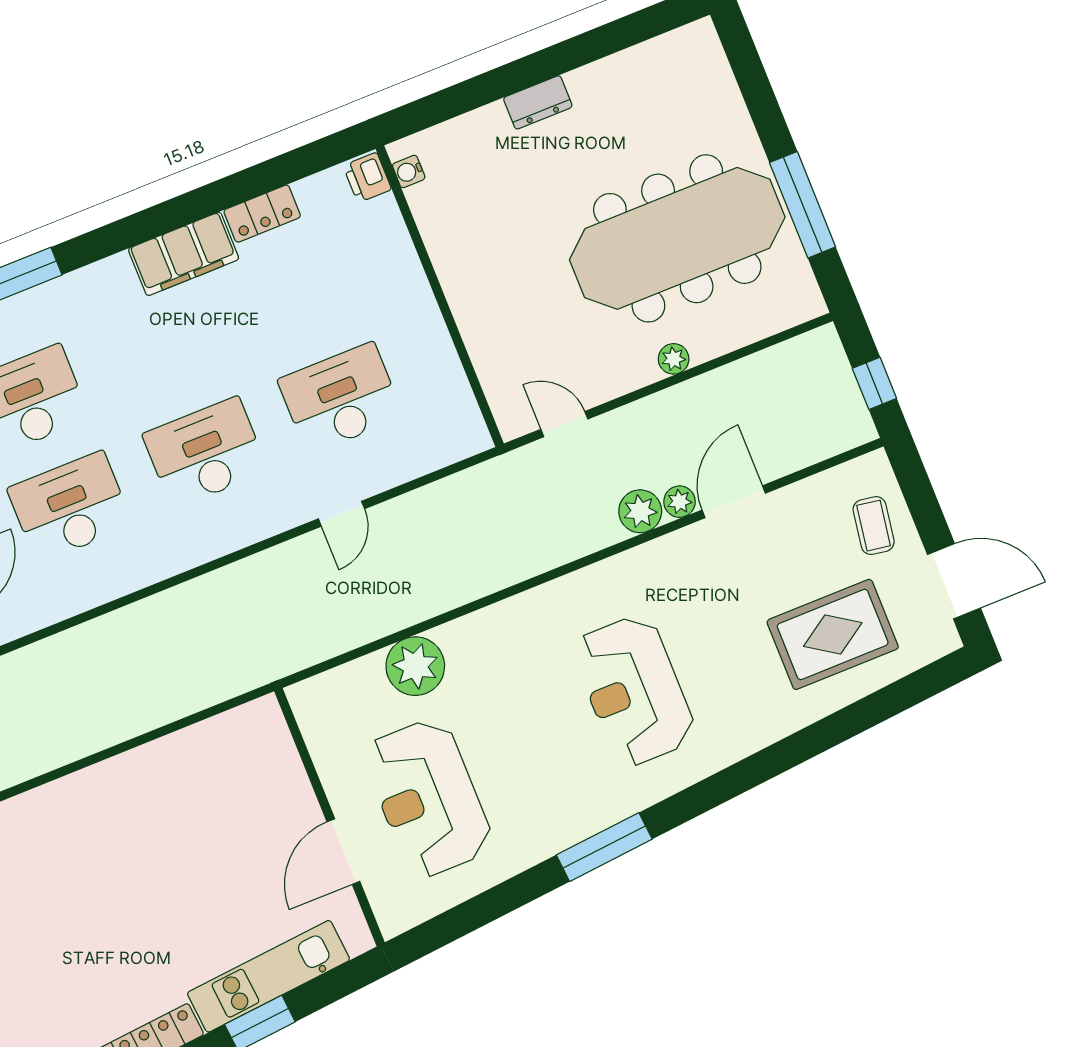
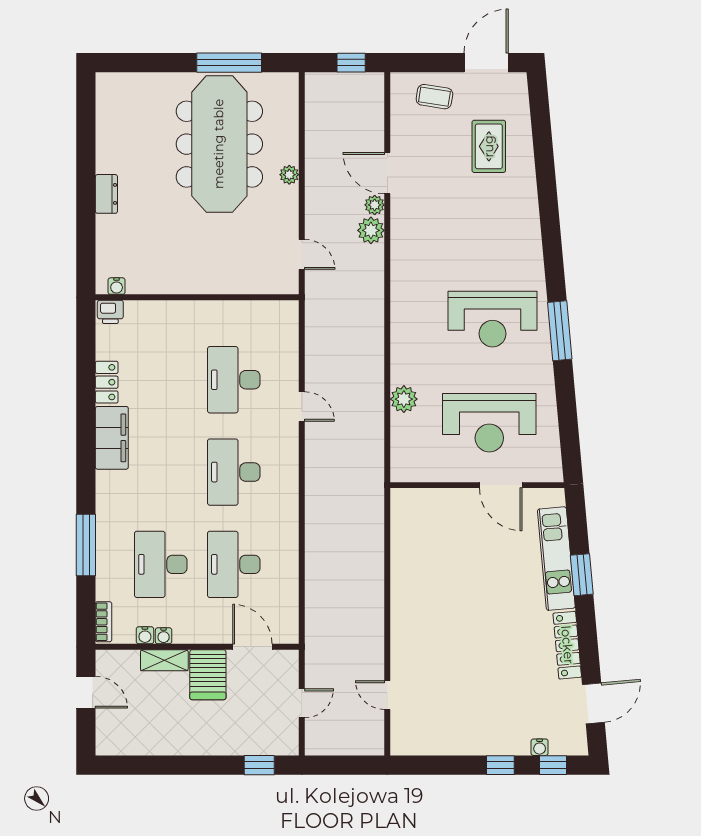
door: (564, 424) -> (302, 254), swing flipped
rug: (833, 634) -> (489, 146), width x0.73, depth x0.70
plant: (415, 666) -> (404, 399), width x0.73, depth x0.73
reception desk: (634, 691) -> (492, 319), moved

